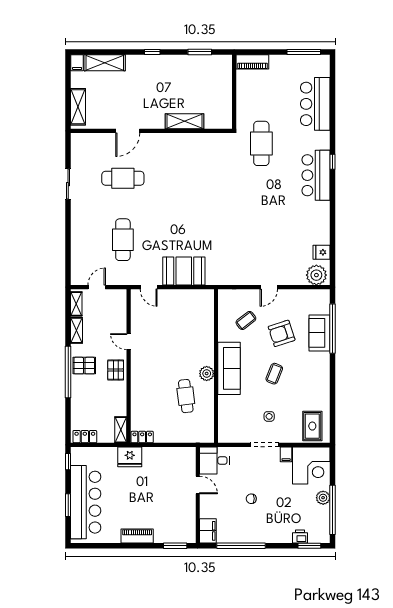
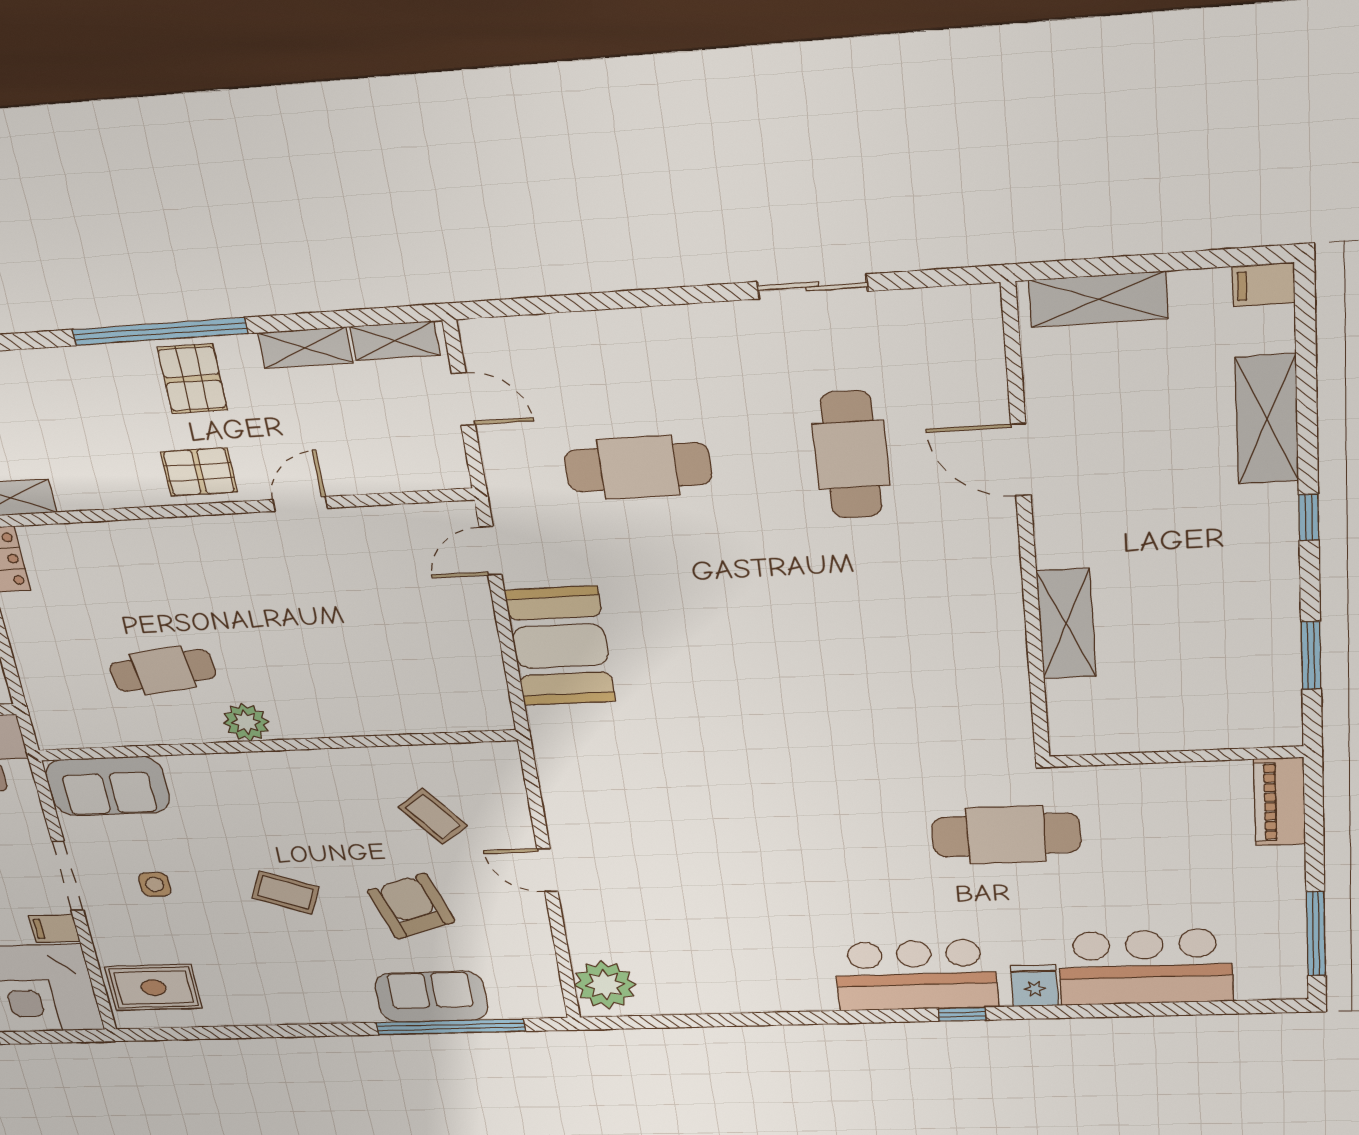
shelving: (105, 63) -> (1267, 419), moved
fridge: (322, 252) -> (1035, 986), moved
sofa: (229, 368) -> (108, 786), moved, width x0.73

